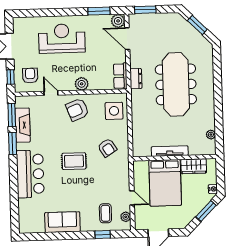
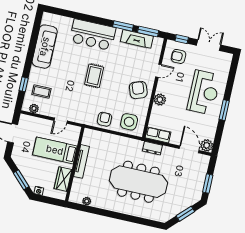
window: (145, 10) -> (208, 184), moved
window: (99, 11) -> (224, 110), moved
door: (127, 39) -> (189, 149), hinge flipped
armchair: (30, 76) -> (179, 56), turned 180
armchair: (107, 148) -> (104, 119), moved, turned 123
bed: (165, 183) -> (55, 150), width x0.67
door: (132, 198) -> (61, 121), moved
sofa: (62, 222) -> (45, 47), width x1.36

